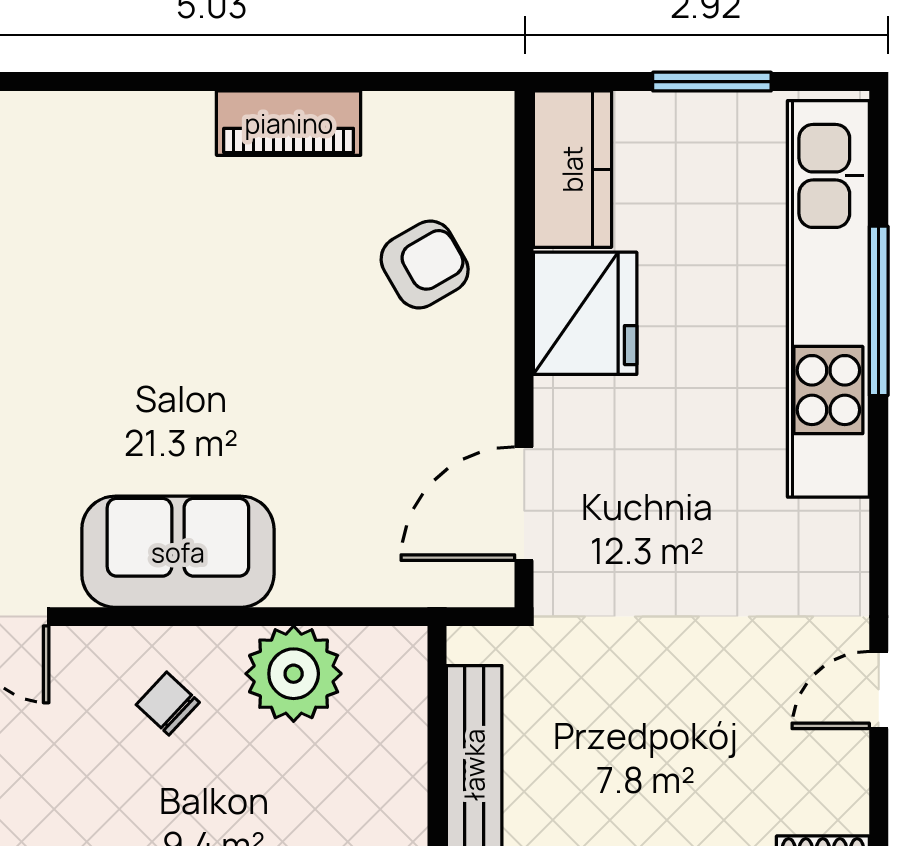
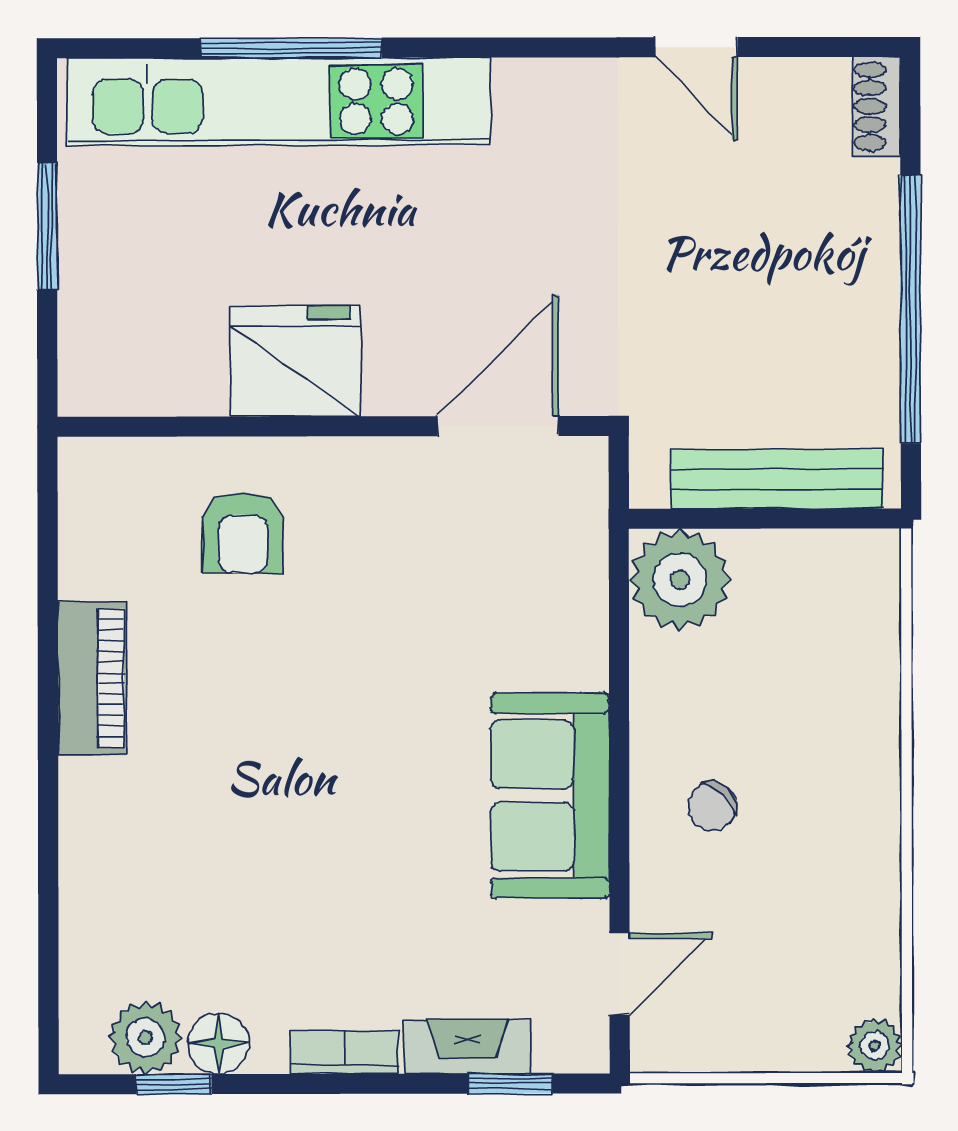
kitchen counter: (572, 169) -> (141, 375), removed
armchair: (425, 264) -> (243, 533), turned -150
door: (524, 504) -> (498, 426), swing flipped
plant: (294, 674) -> (680, 580), moved

